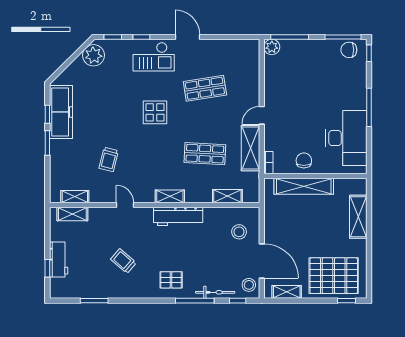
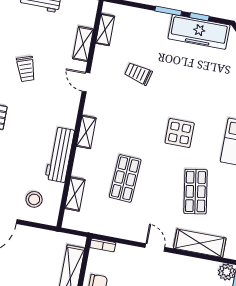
shelving: (251, 148) -> (200, 243), moved
door: (125, 205) -> (86, 82), swing flipped
shelving: (72, 214) -> (83, 44), moved
workbench: (178, 216) -> (60, 155), moved
trolley: (123, 261) -> (26, 69), turned 120

